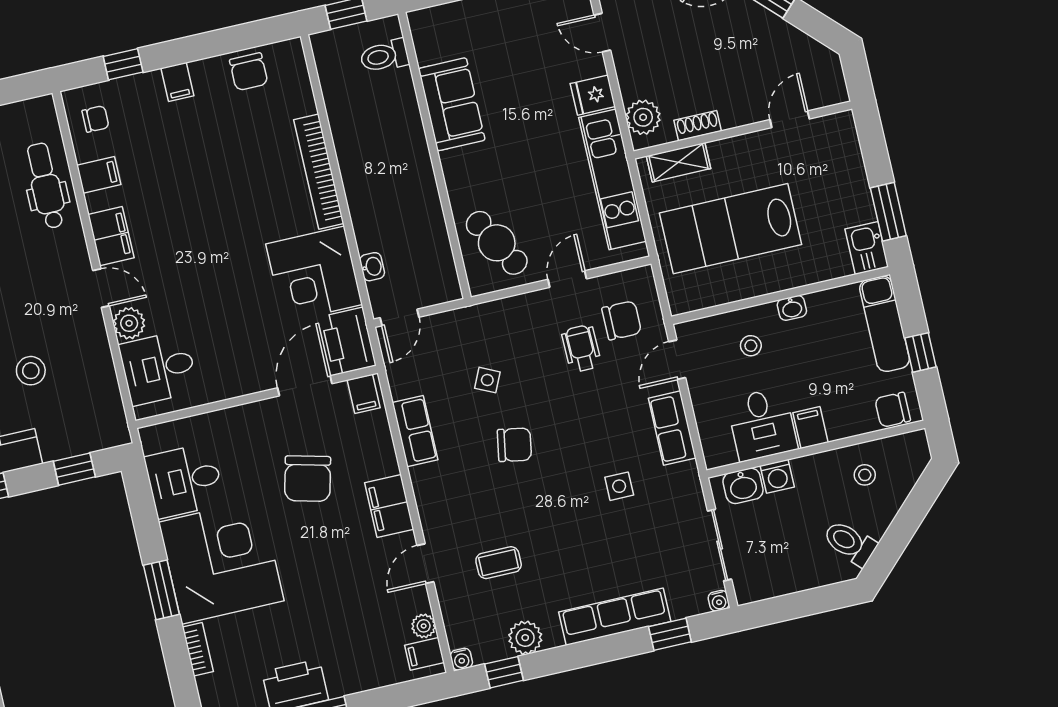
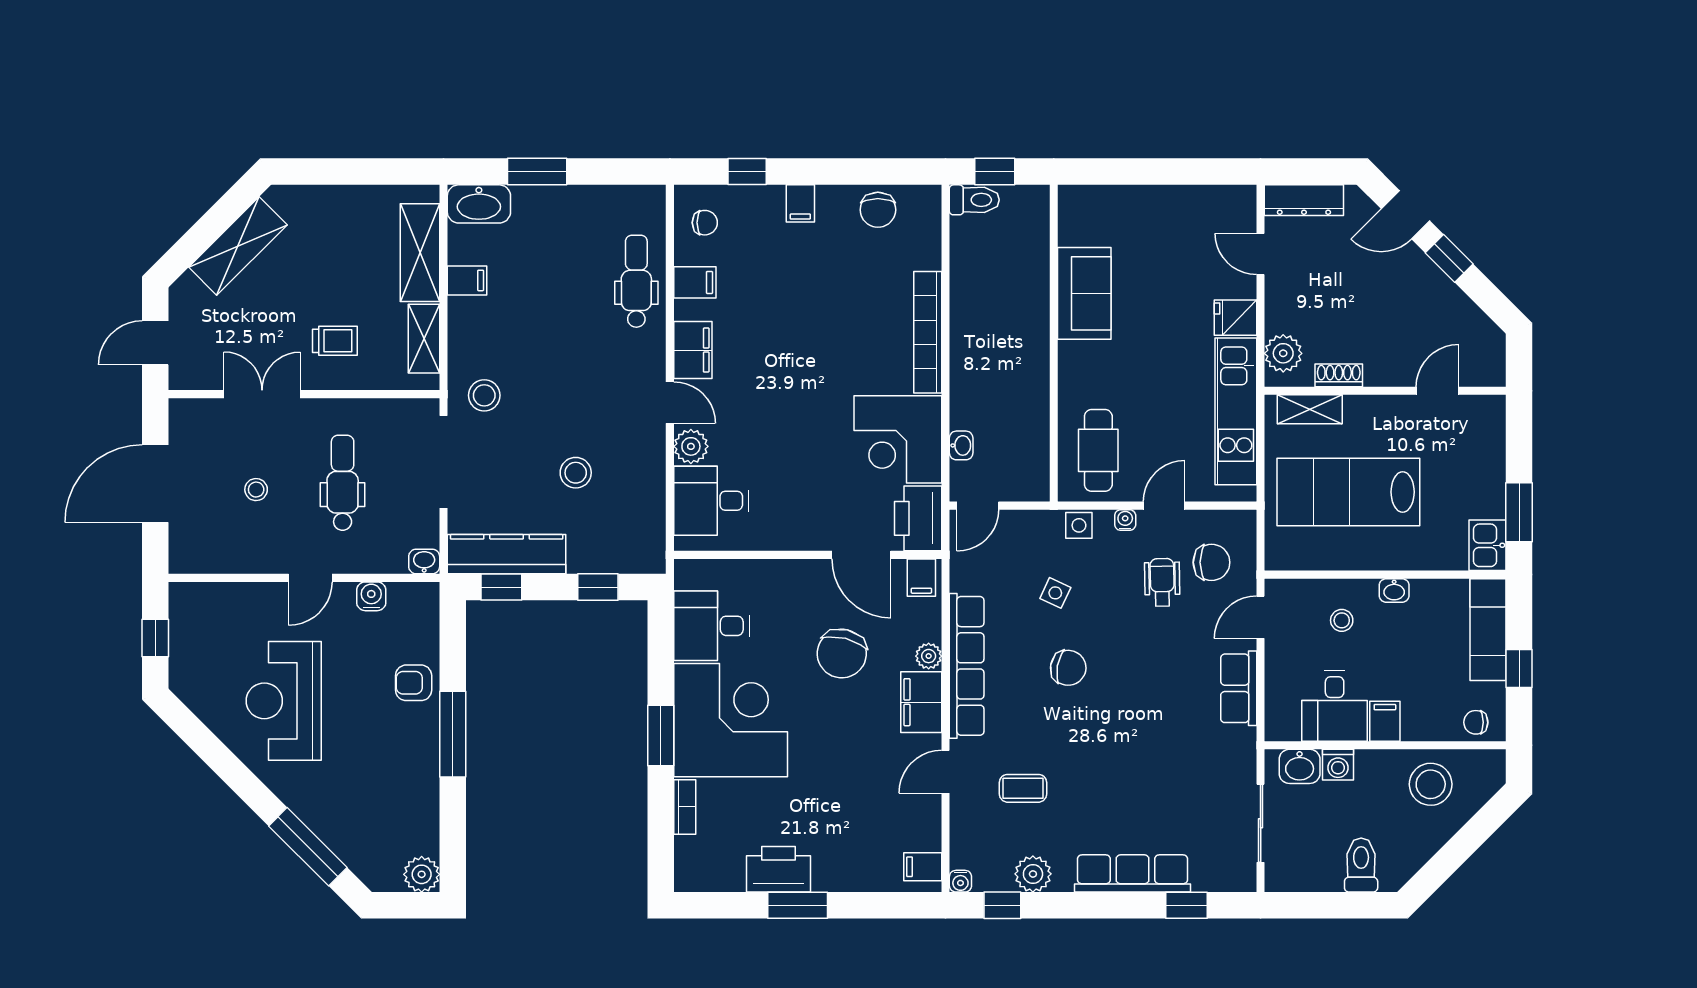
toilet: (384, 56) -> (974, 200), moved, turned 180
cafe table: (497, 243) -> (1098, 450), turned 30
door: (305, 386) -> (861, 555), swing flipped
chair: (893, 410) -> (1476, 722), width x0.73, depth x0.73
row of seats: (415, 431) -> (967, 666), width x2.02
stool: (865, 475) -> (1431, 784), width x1.89, depth x1.89
side table: (619, 486) -> (1079, 525), moved
toilet: (850, 543) -> (1361, 865), moved, turned 45
water cooler: (719, 601) -> (1125, 520), moved, turned 180
plant: (424, 626) -> (929, 656), moved

